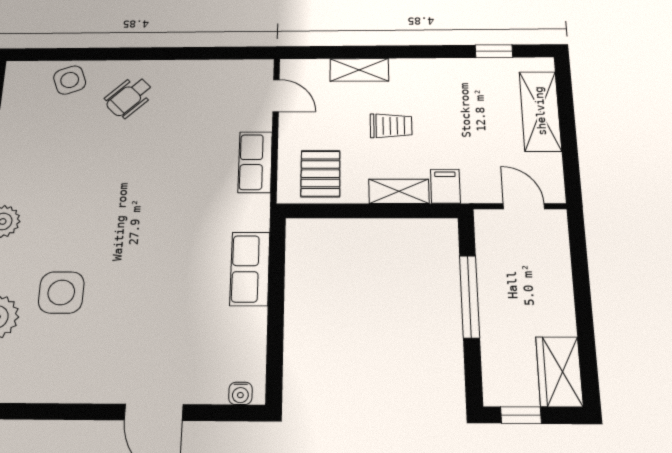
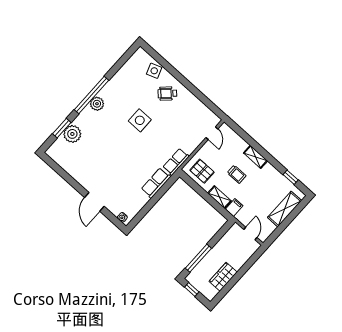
shelving: (359, 70) -> (256, 157), moved
row of seats: (255, 162) -> (176, 162), moved
pallet: (320, 174) -> (202, 171), turned 90
side table: (61, 292) -> (140, 120), moved
window: (469, 297) -> (198, 258), moved
wardrobe: (559, 372) -> (223, 277), moved

